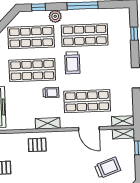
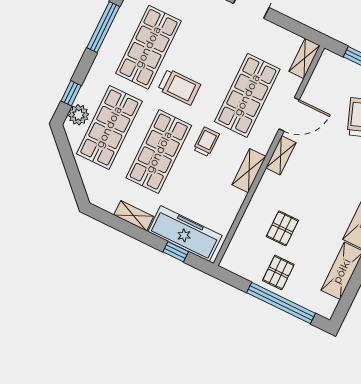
plant: (55, 16) -> (78, 115), moved
shelving: (124, 134) -> (281, 155), moved
pallet: (37, 145) -> (282, 228), moved

